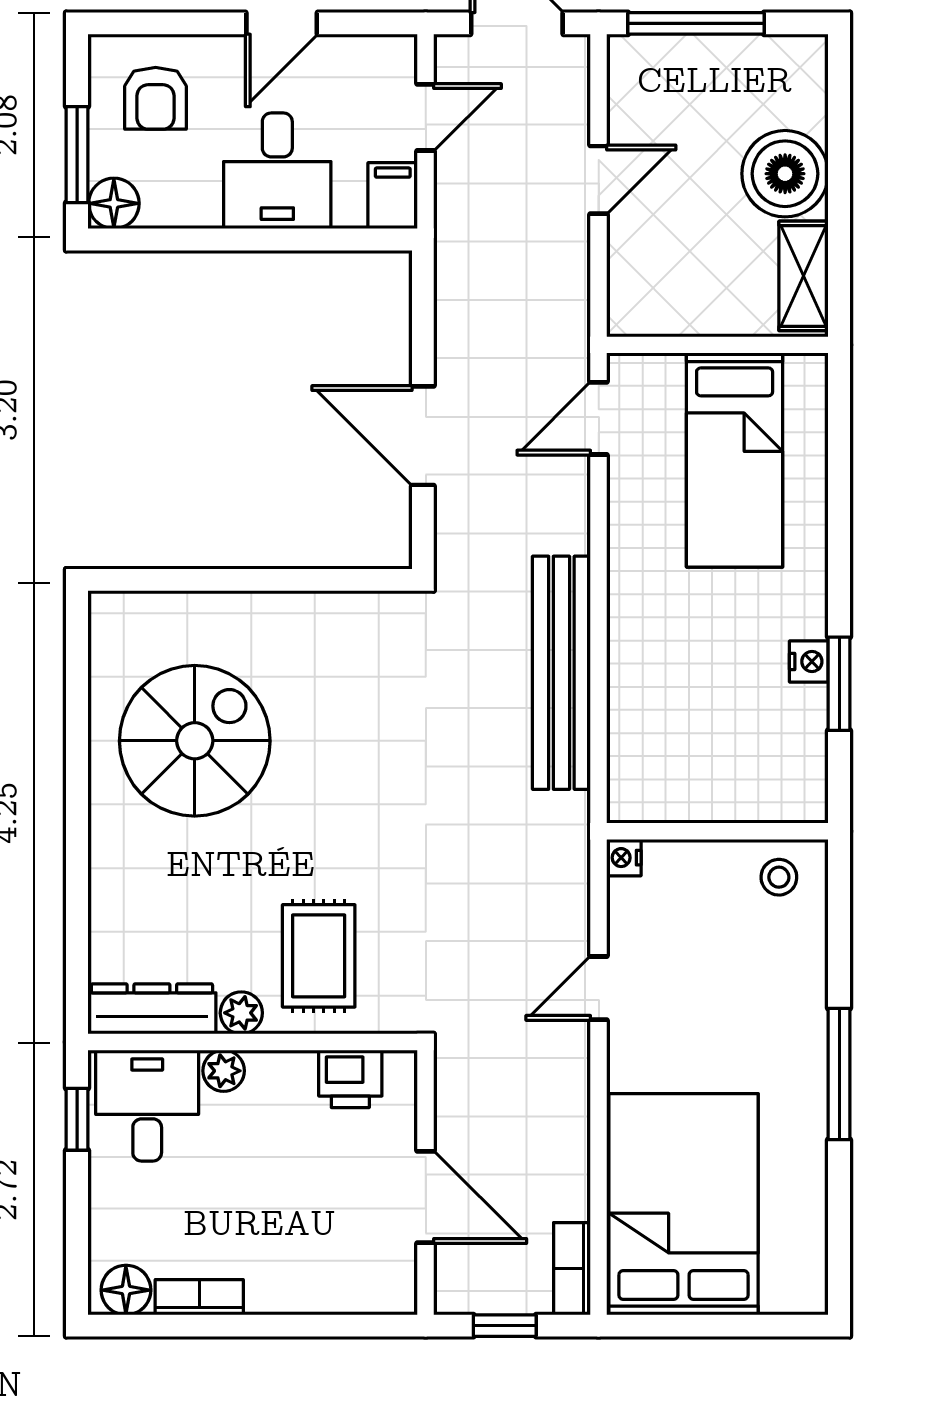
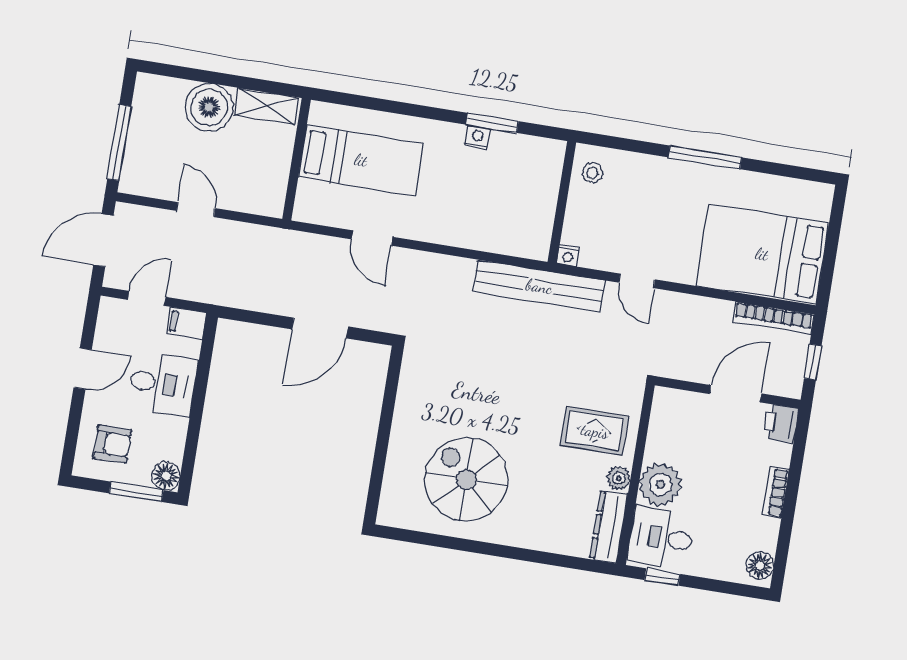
door: (282, 23) -> (83, 369), hinge flipped
door: (426, 117) -> (147, 298), hinge flipped
door: (599, 418) -> (372, 238), moved
bench: (561, 673) -> (539, 286), moved
plant: (224, 1071) -> (660, 485), width x1.87, depth x1.87
printer: (350, 1079) -> (781, 423), moved, turned 180
bookcase: (572, 1269) -> (773, 318), width x1.56
bookcase: (199, 1297) -> (776, 492), moved

